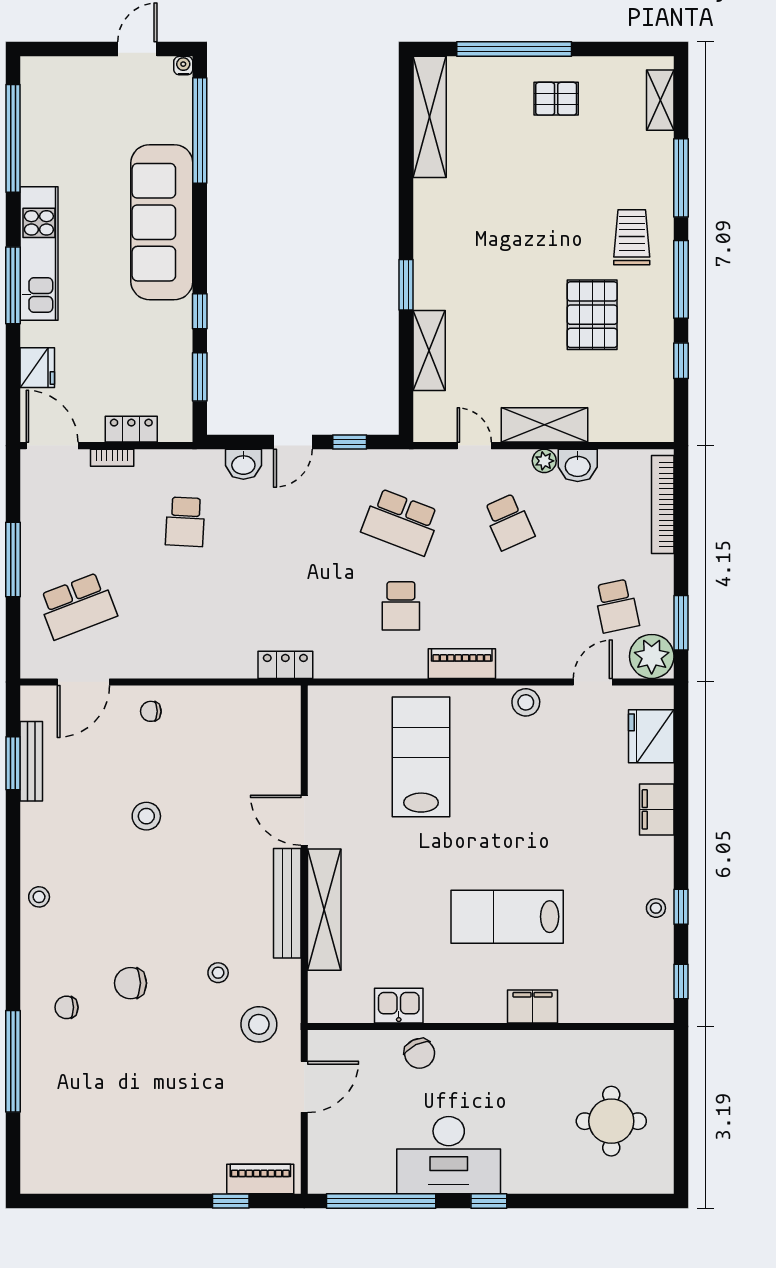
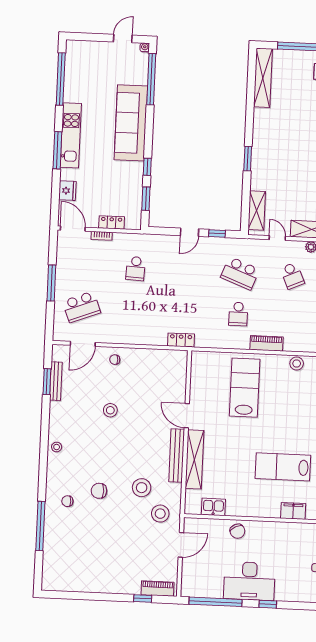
shelving: (429, 350) -> (257, 211), moved
washbasin: (243, 464) -> (165, 242), removed
stool: (218, 973) -> (142, 488), width x1.89, depth x1.89
kitchen sink: (399, 1006) -> (213, 507), moved

